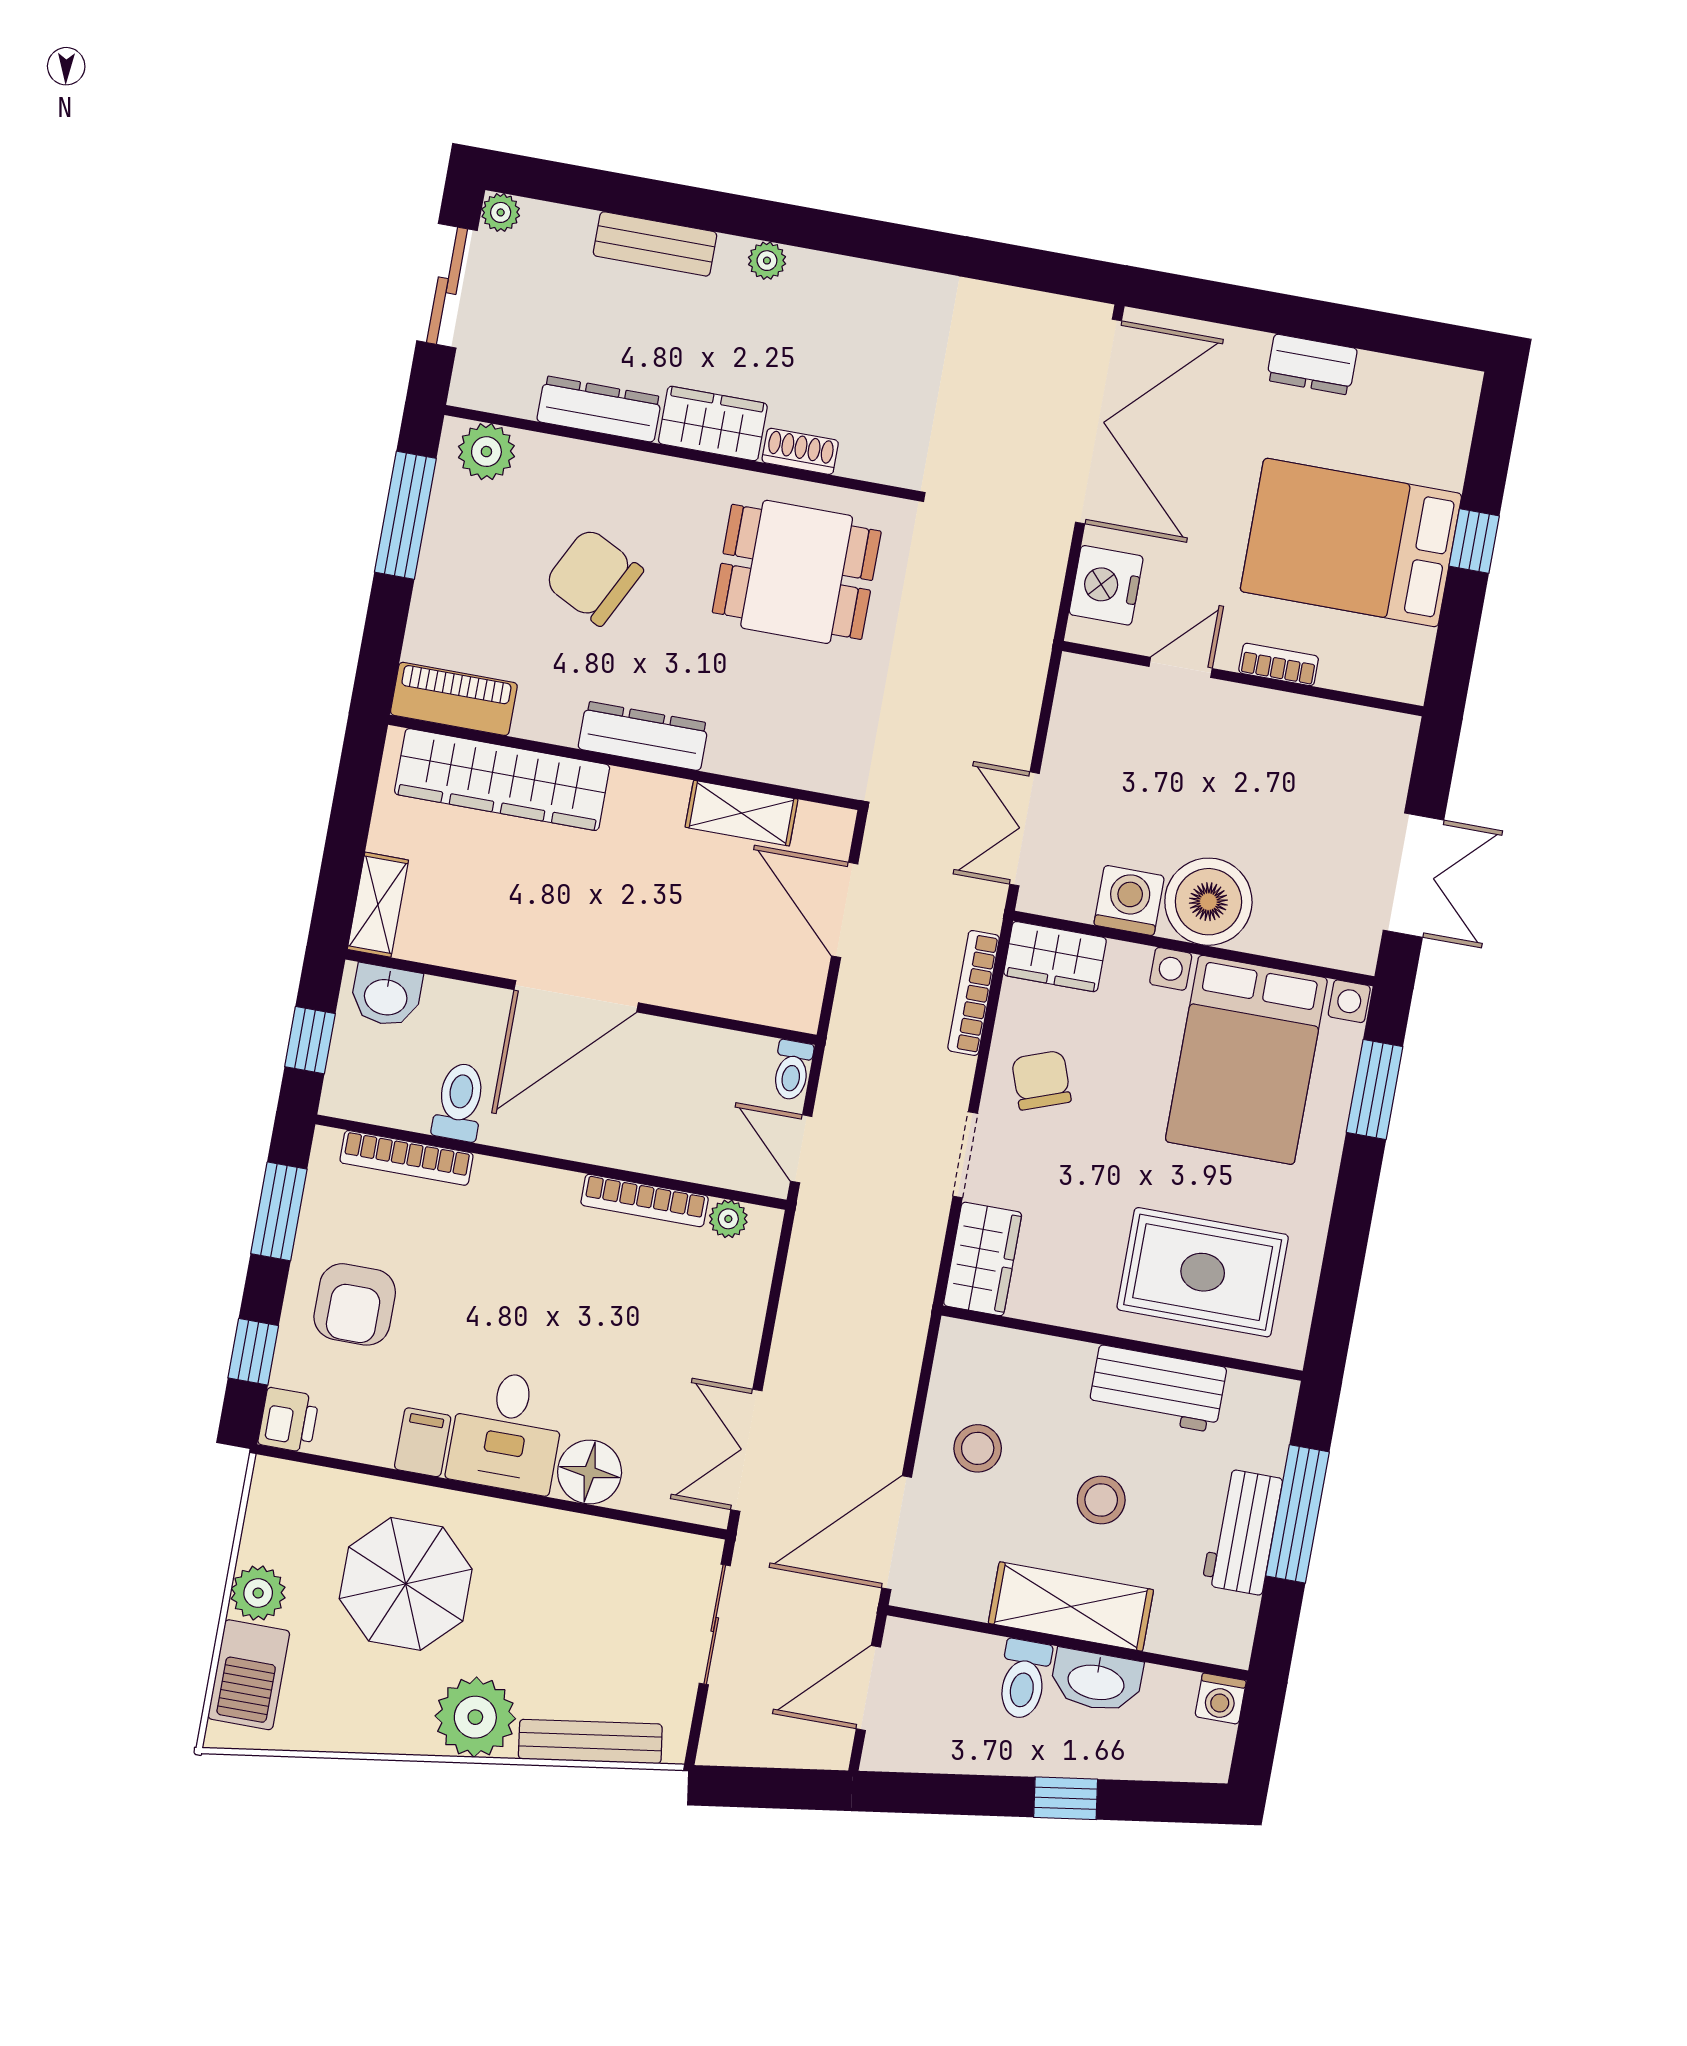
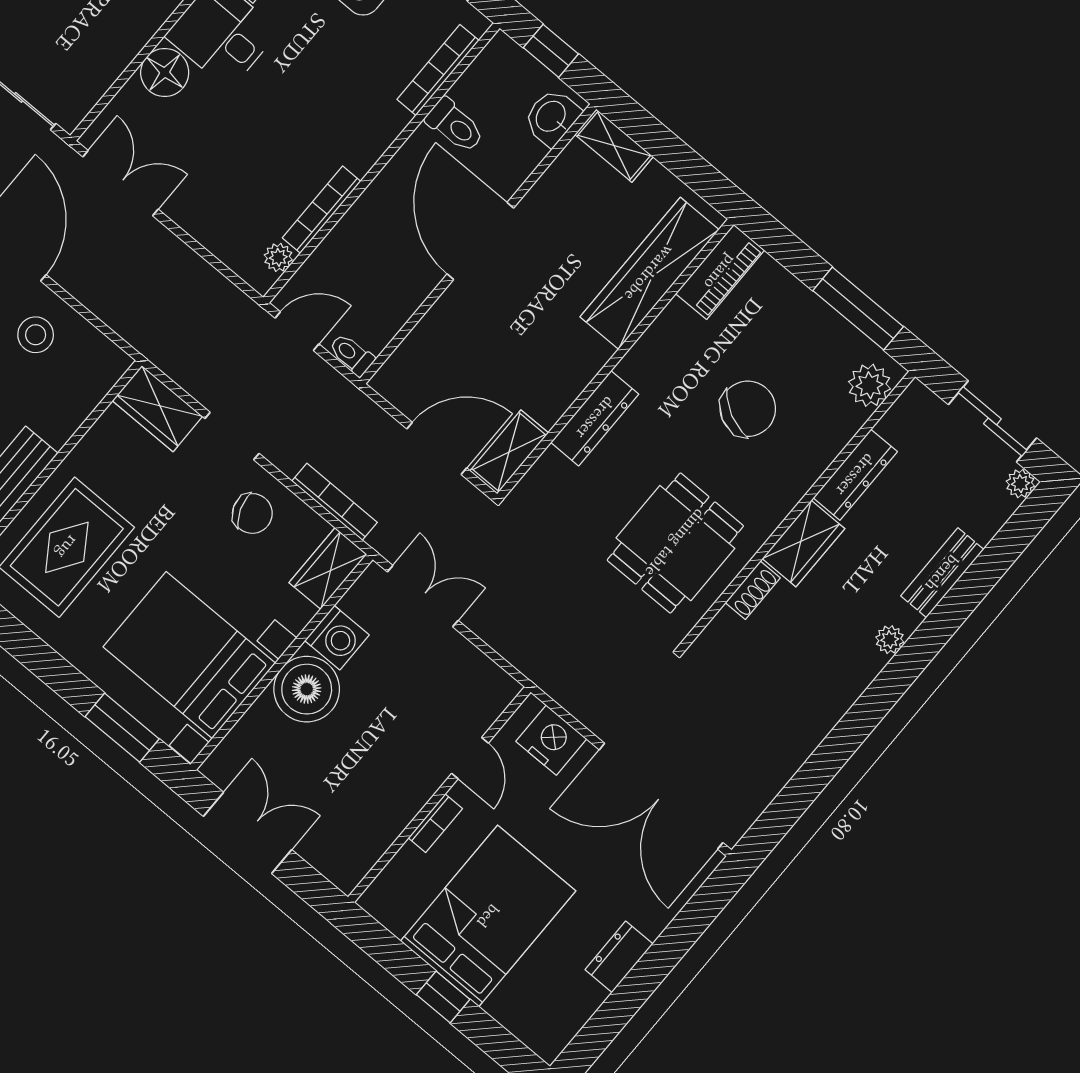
dresser: (643, 736) -> (595, 418), moved
shelving: (742, 813) -> (509, 452), moved
double door: (1414, 875) -> (248, 833), swing flipped

